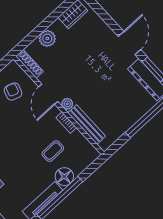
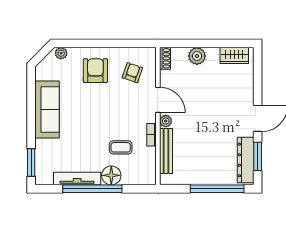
shoe rack: (30, 64) -> (165, 58), width x0.70
door: (48, 94) -> (158, 100), swing flipped

